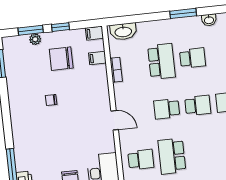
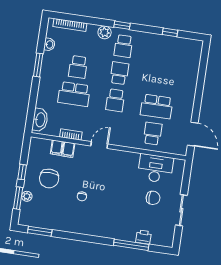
filing cabinet: (94, 33) -> (68, 150), moved
school desk: (192, 58) -> (78, 67), turned 180
school desk: (161, 61) -> (74, 94), turned 180
door: (115, 120) -> (99, 145), moved

